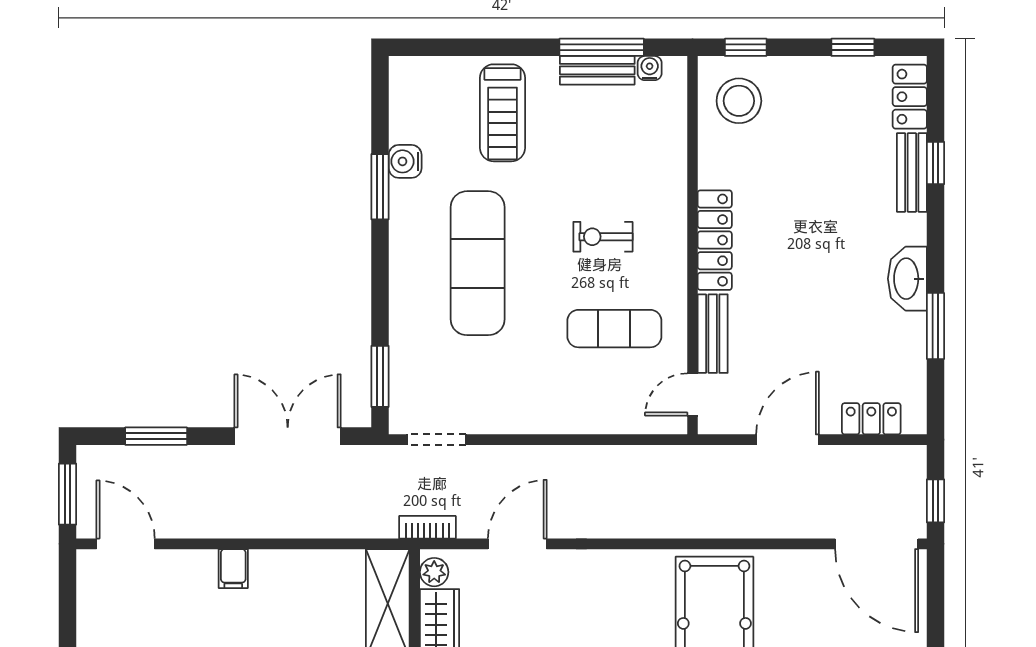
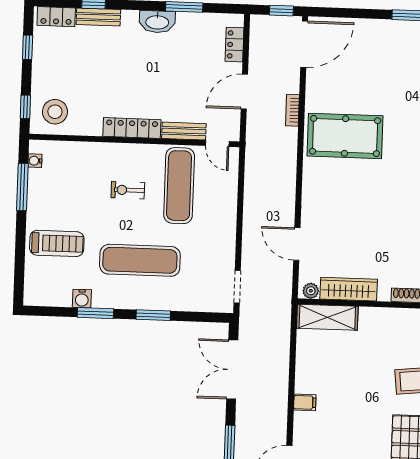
bench: (597, 70) -> (35, 190), removed
exercise bike: (603, 237) -> (128, 190), turned 90
exercise mat: (614, 329) -> (179, 186), width x1.36, depth x1.45
window: (380, 376) -> (153, 315), moved
door: (788, 440) -> (244, 92), hinge flipped
bookcase: (427, 527) -> (292, 110), moved

